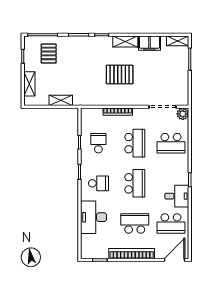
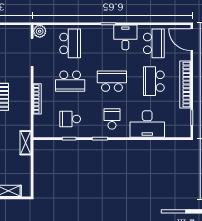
shelving: (61, 100) -> (26, 143), moved
school desk: (135, 143) -> (70, 81), turned 180

